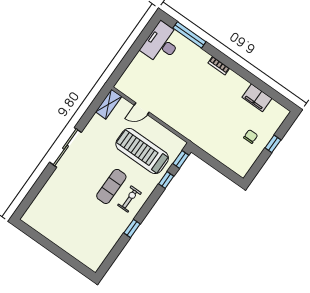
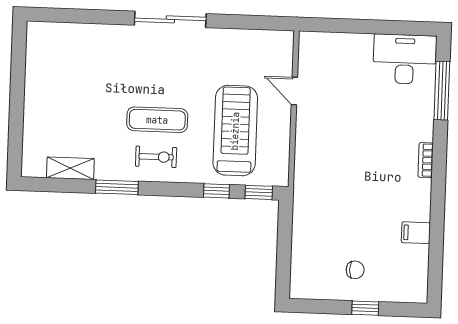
filing cabinet: (257, 98) -> (416, 233), width x0.50
shelving: (109, 104) -> (70, 168), moved
window: (132, 228) -> (117, 187), width x1.50

